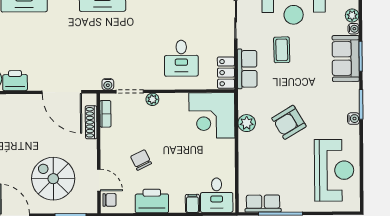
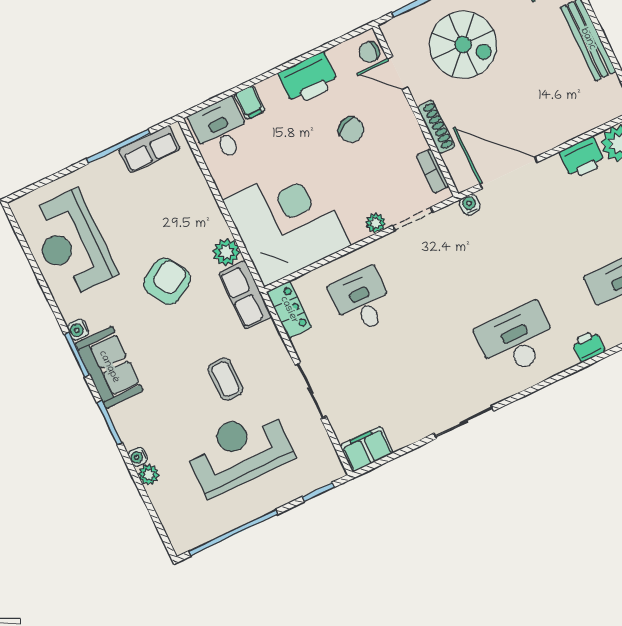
sofa: (346, 58) -> (109, 367), moved
row of seats: (247, 69) -> (245, 295), moved
water cooler: (108, 84) -> (470, 204), moved
corner desk: (212, 115) -> (287, 223), width x1.36, depth x1.36
shoe rack: (91, 122) -> (436, 127), moved

